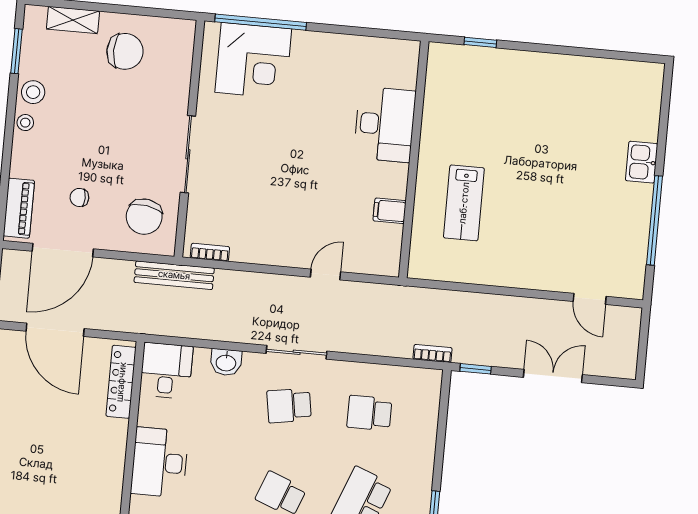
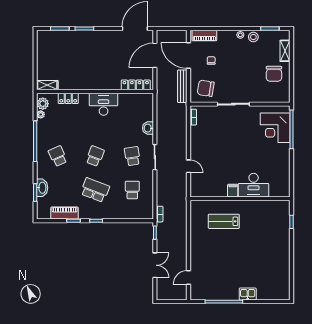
filing cabinet: (390, 211) -> (233, 191), moved
bench: (174, 275) -> (182, 86), moved
desk: (166, 371) -> (142, 103), removed

